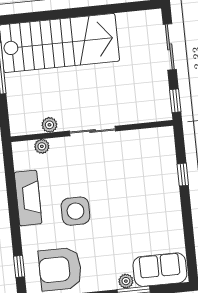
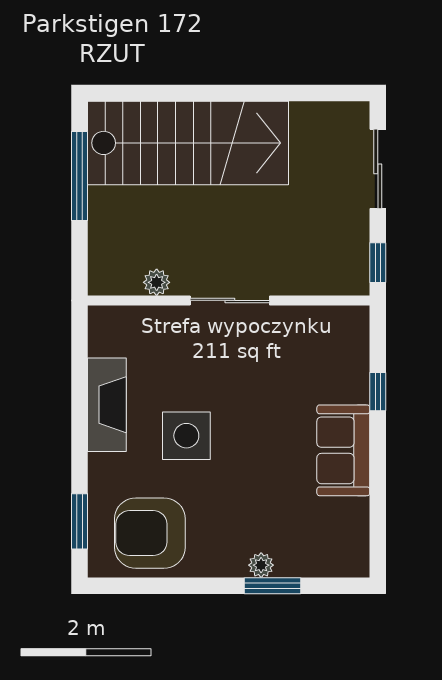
plant: (42, 146) -> (140, 318), removed
window: (19, 266) -> (79, 521), width x1.50
sofa: (160, 270) -> (343, 450), moved, turned -90

